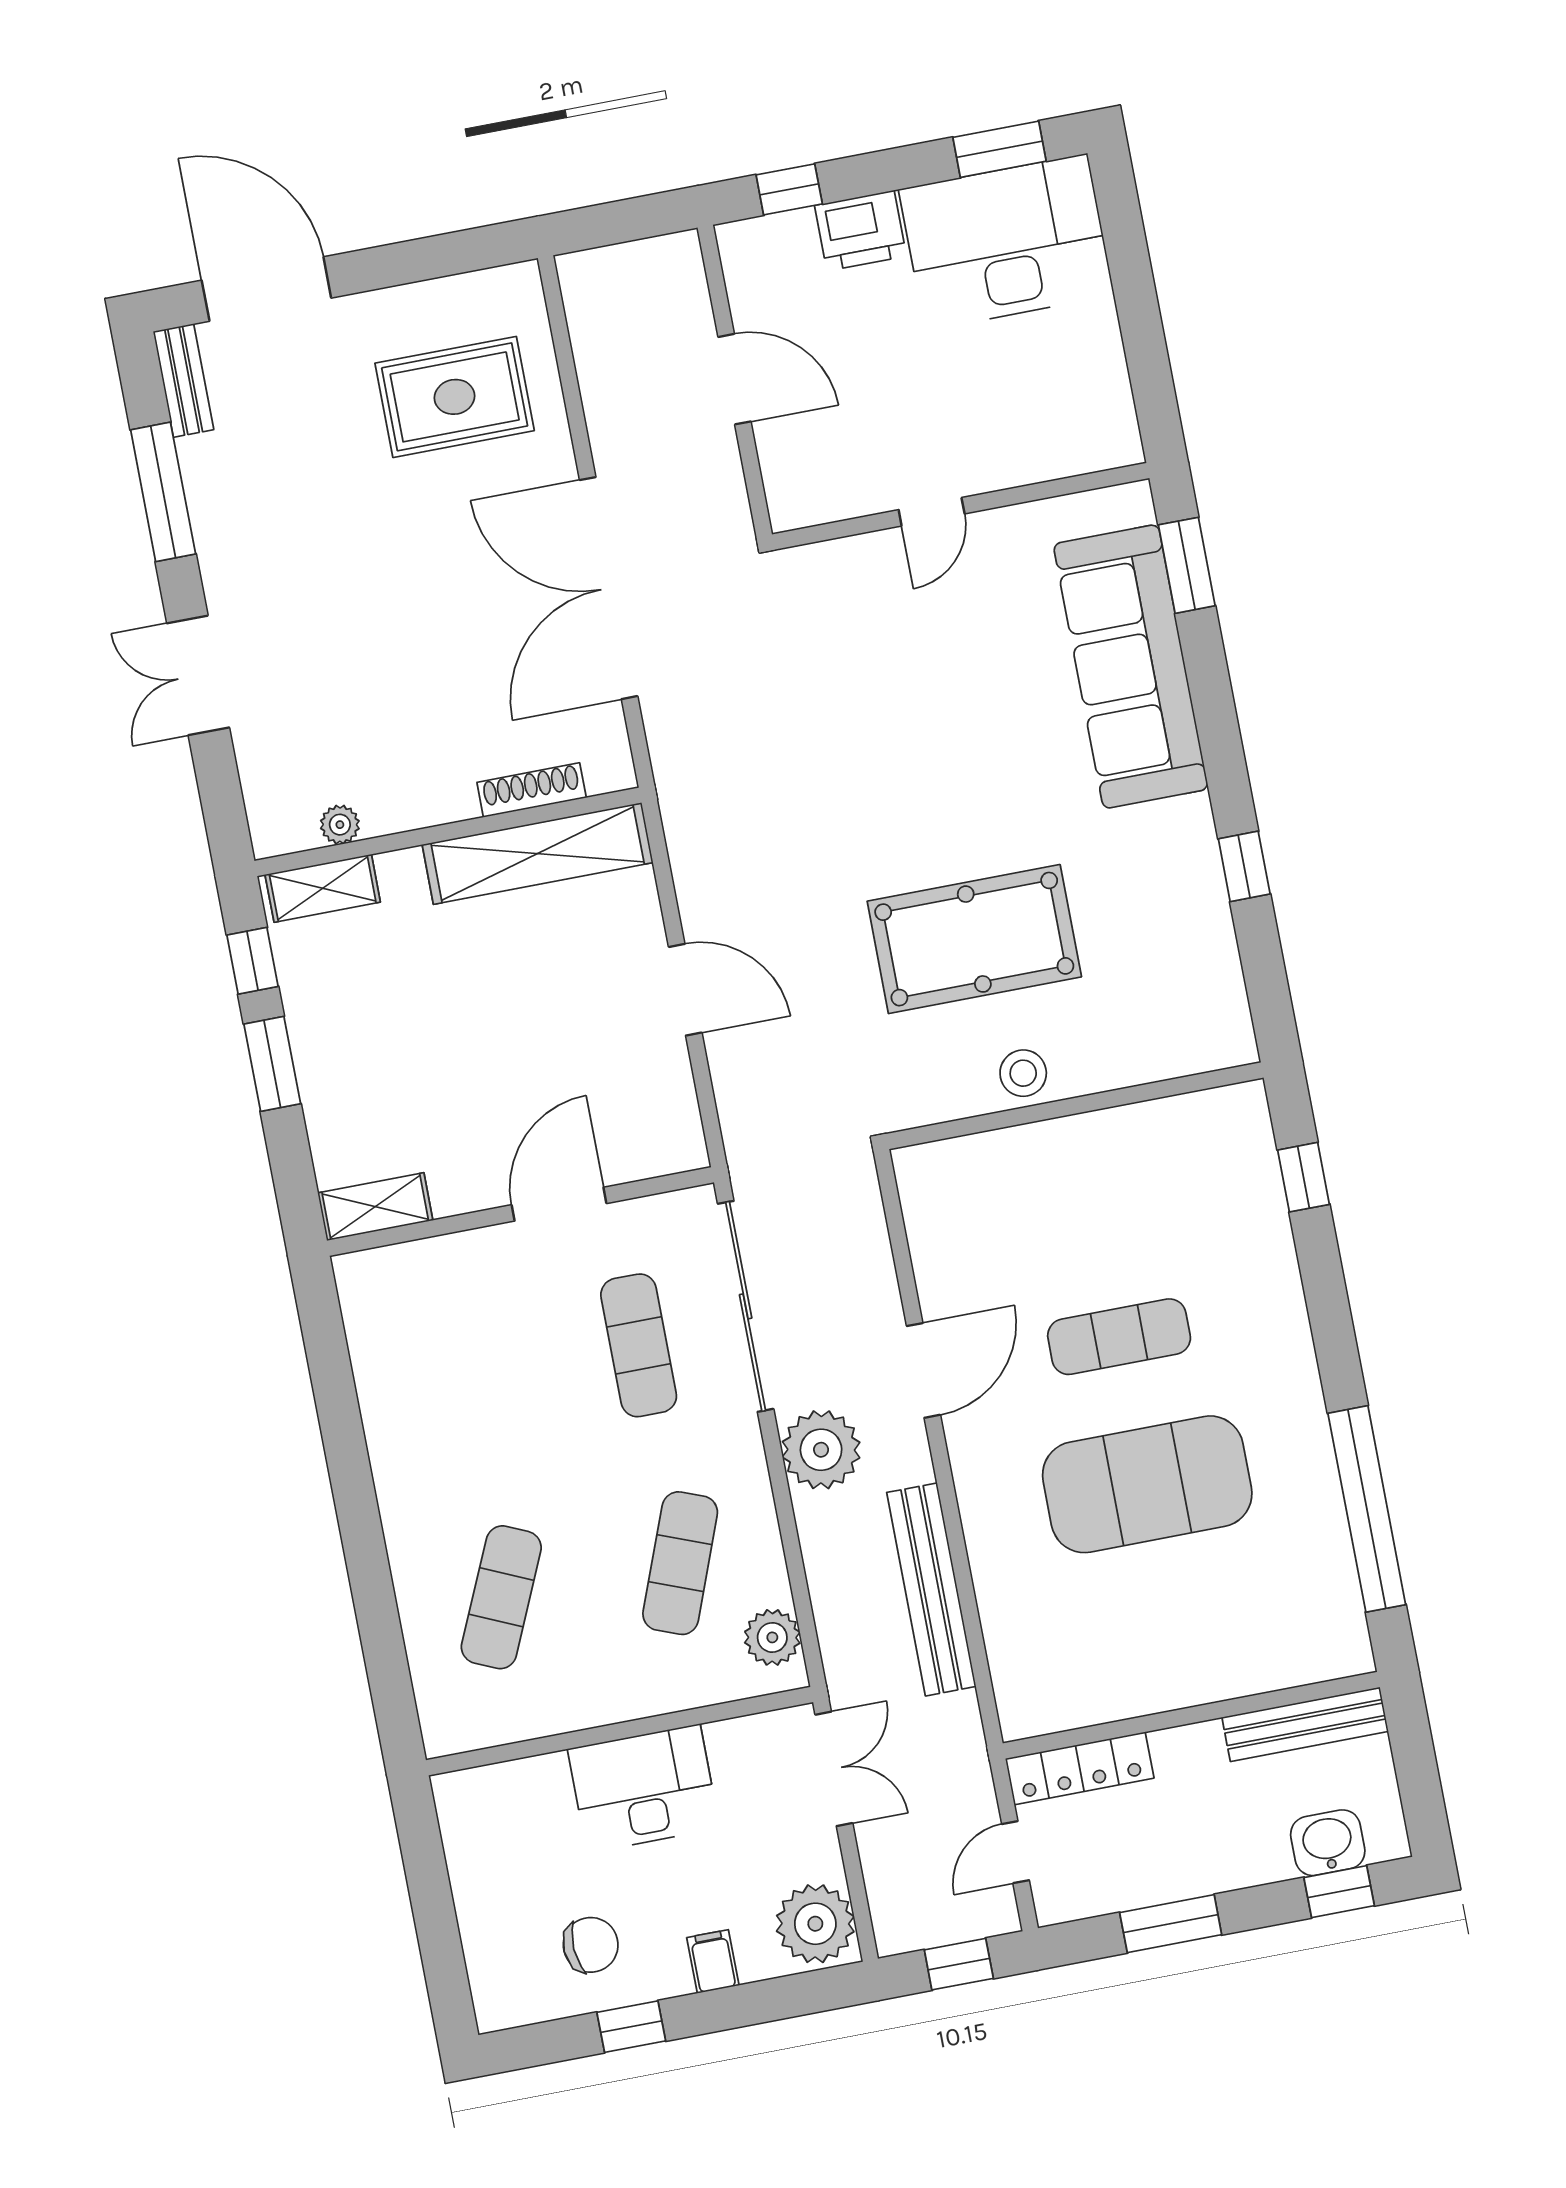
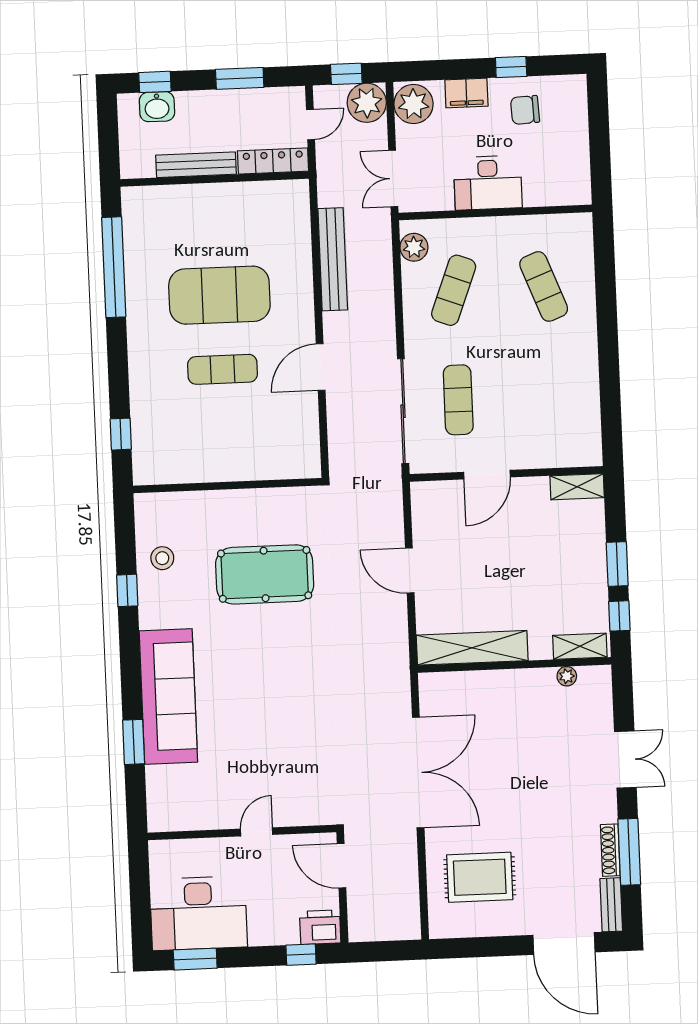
printer: (861, 231) -> (320, 927), moved
wall: (961, 506) -> (242, 832), moved
door: (932, 512) -> (257, 832), moved
shoe rack: (532, 790) -> (610, 850), moved, turned 90
stool: (1023, 1073) -> (162, 558), moved
plant: (821, 1450) -> (367, 103), moved
exercise mat: (501, 1597) -> (544, 286), turned -45
bench: (1305, 1724) -> (196, 165), moved
filing cabinet: (713, 1961) -> (466, 93), width x2.00

